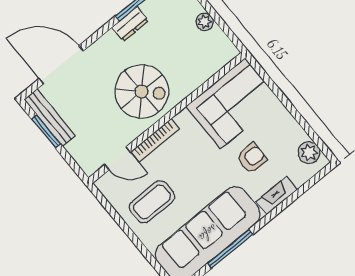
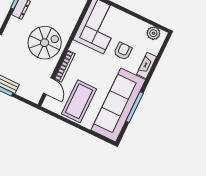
door: (118, 158) -> (49, 86), hinge flipped
coffee table: (152, 202) -> (79, 101), width x1.36, depth x1.32

